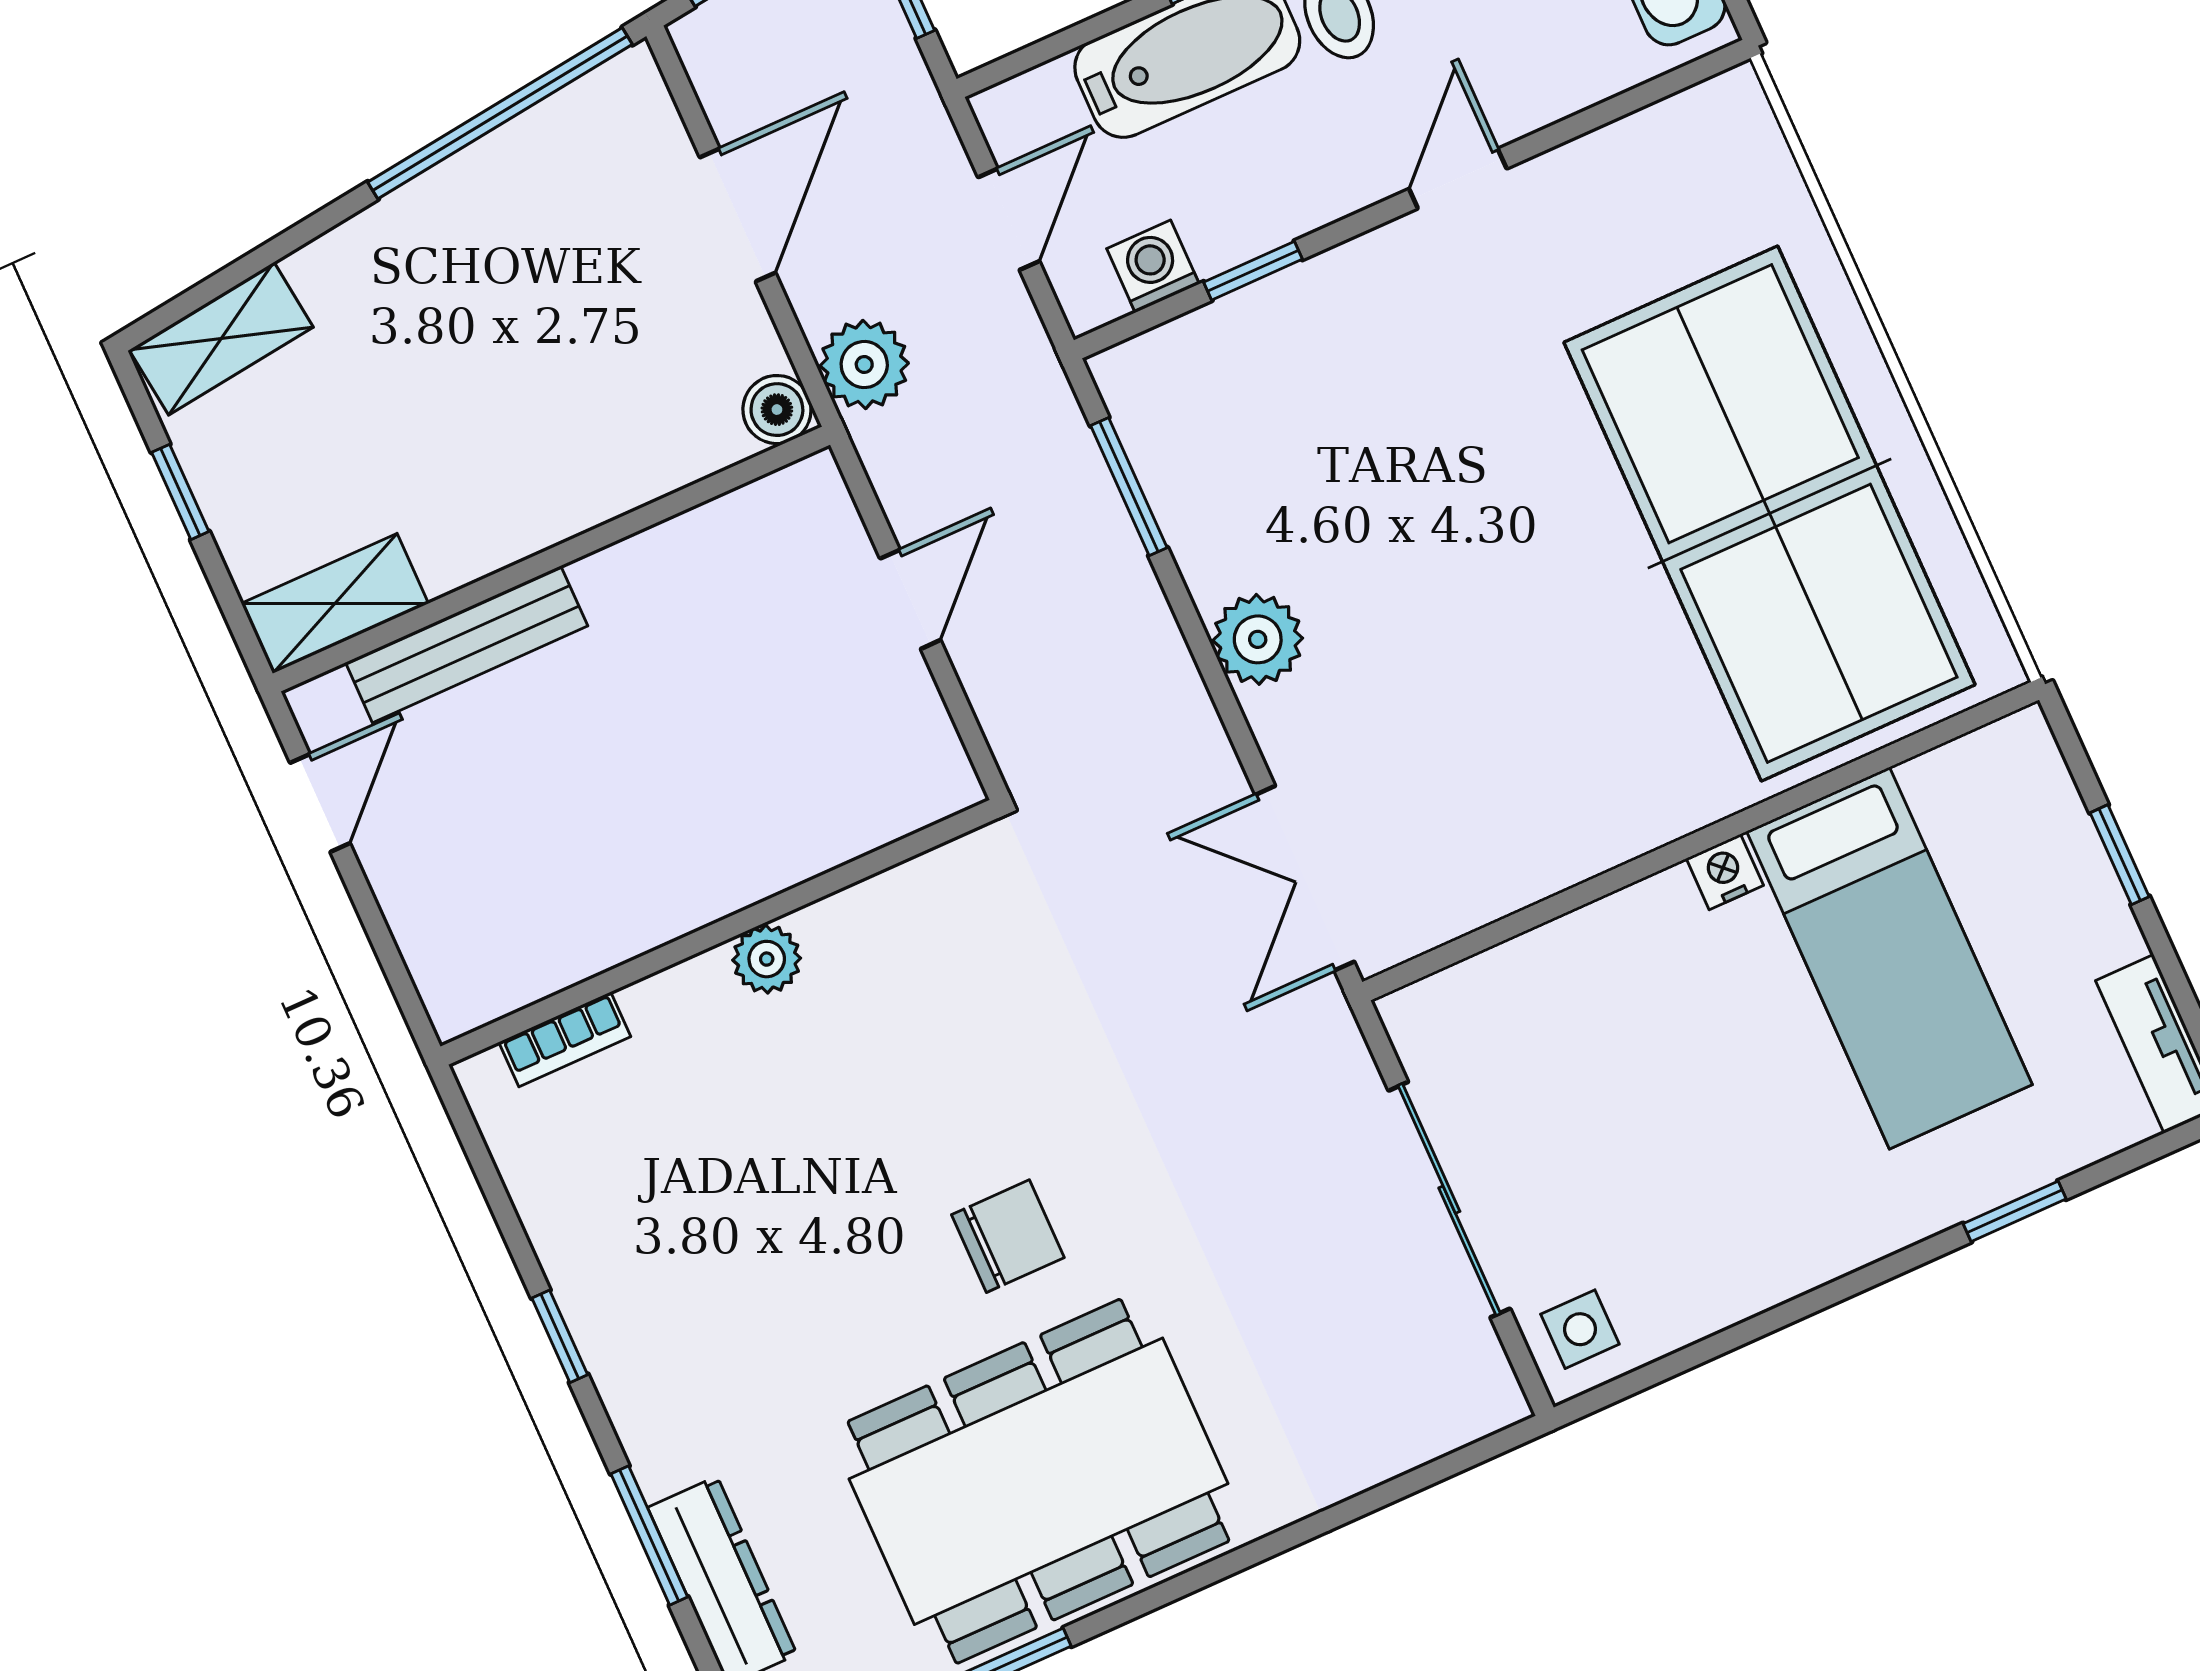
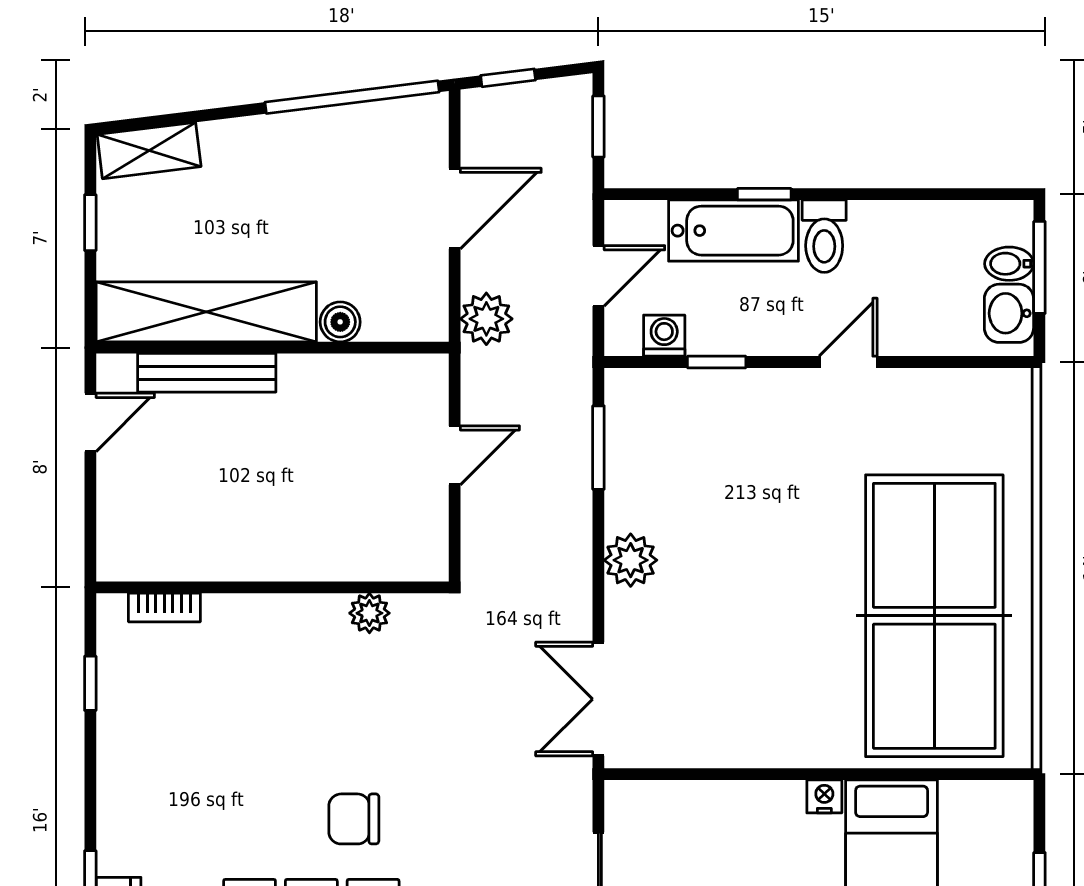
boiler: (777, 410) -> (340, 322), moved
shelving: (335, 603) -> (206, 312), width x2.20, depth x1.33
plant: (767, 959) -> (369, 613), moved
chair: (1008, 1236) -> (354, 819), turned 180
window: (560, 1336) -> (90, 683), moved

